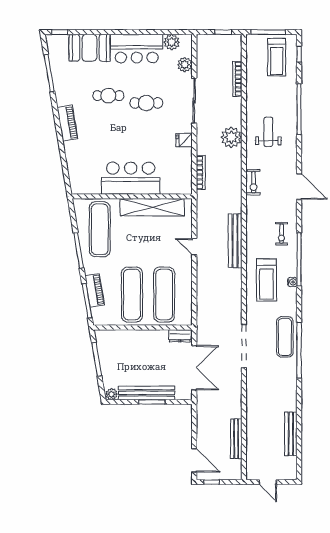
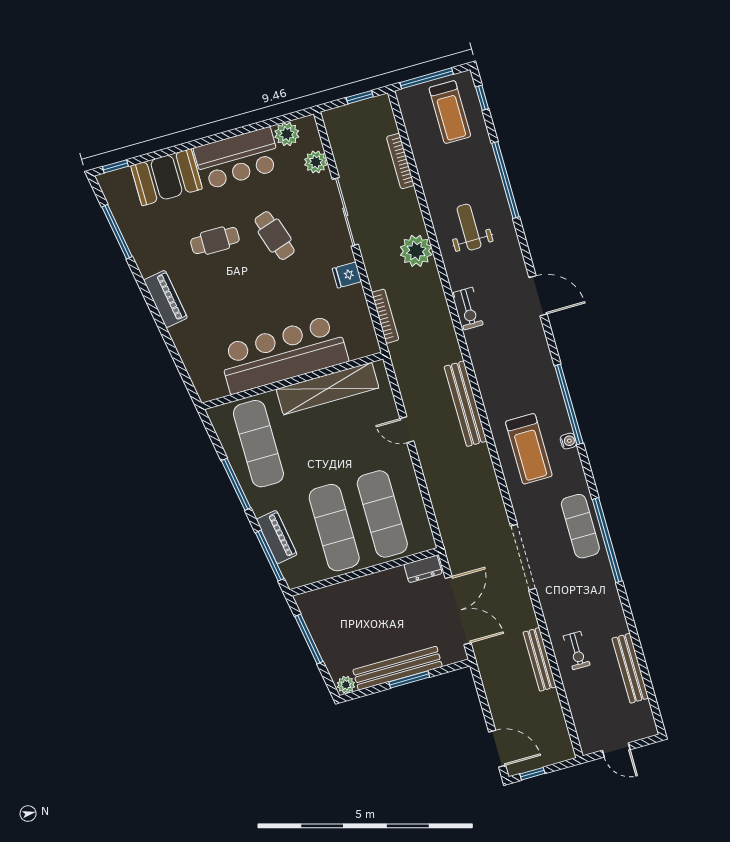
cafe table: (146, 103) -> (275, 236), turned 72
bar counter: (131, 178) -> (283, 354), width x1.36
exercise bike: (281, 234) -> (577, 651), moved
bench: (236, 439) -> (540, 659), moved

